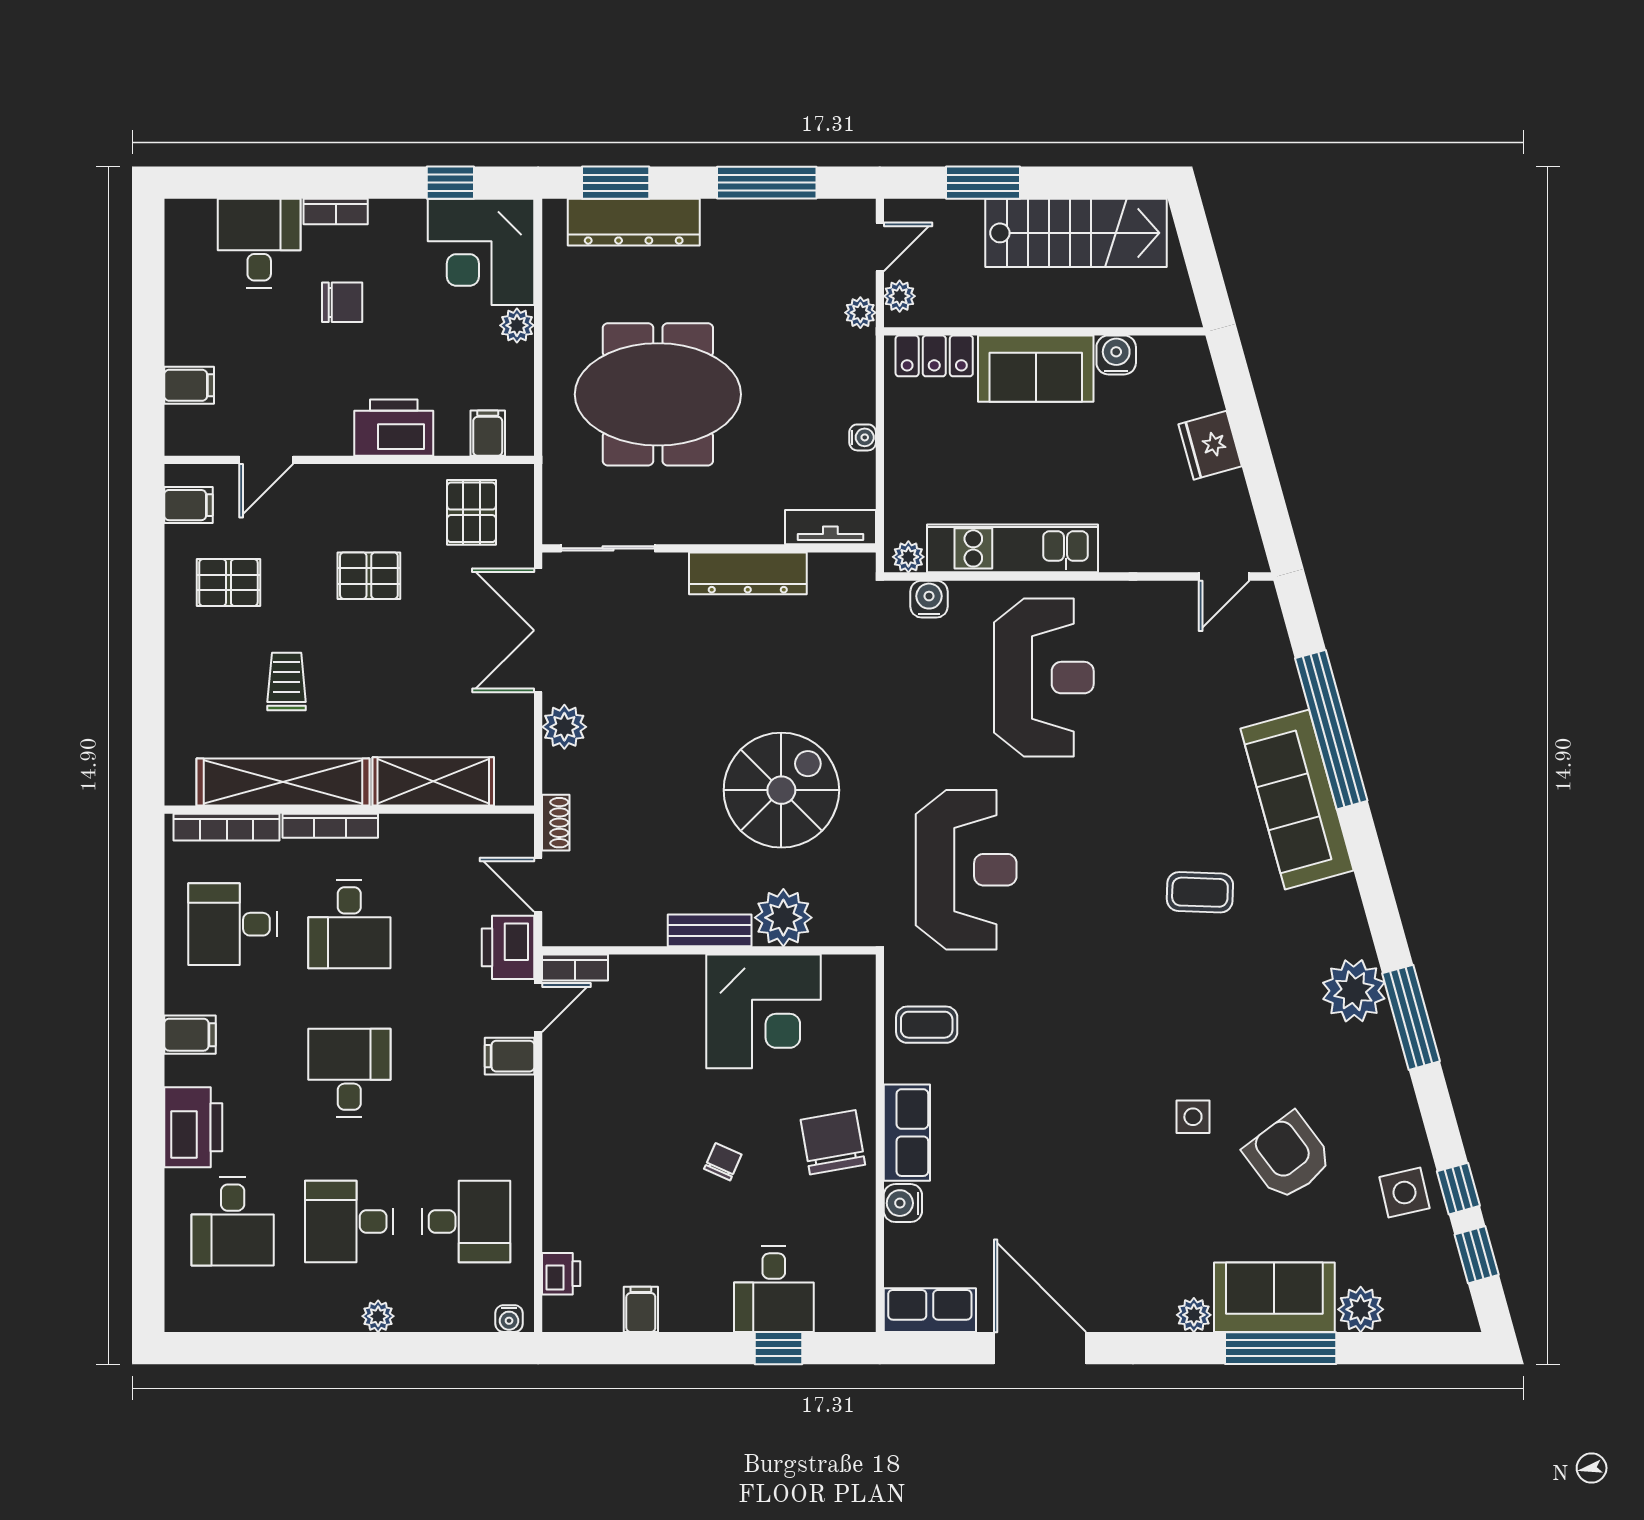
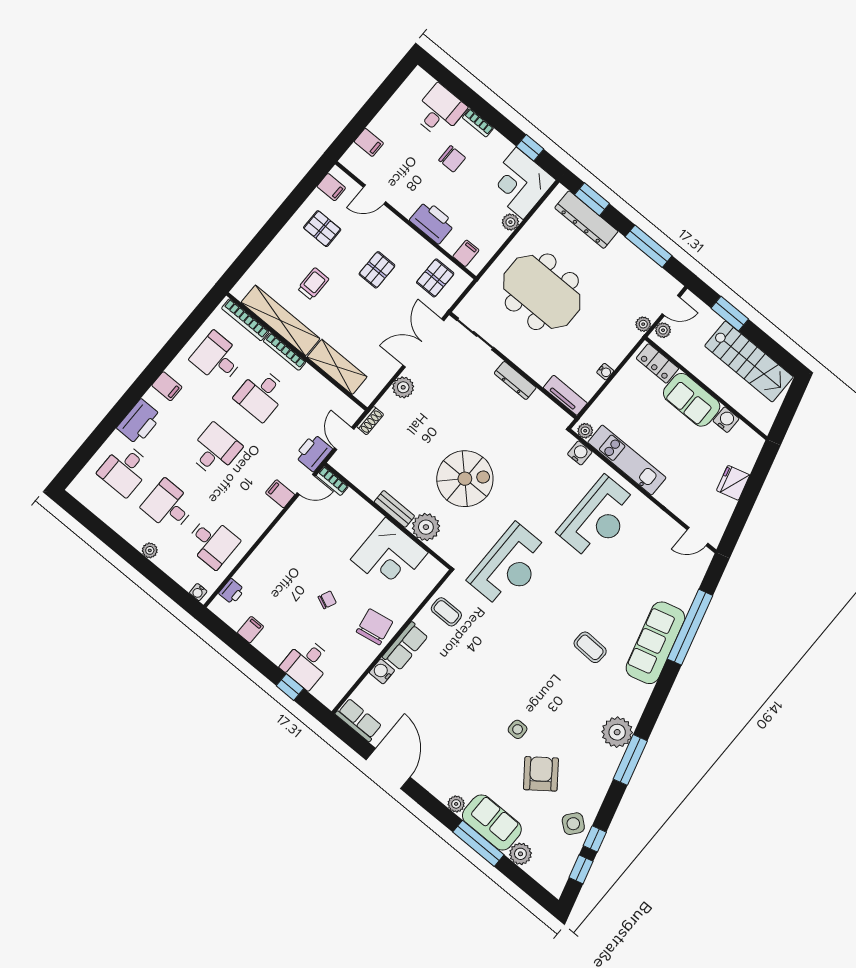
dresser: (748, 573) -> (515, 380), width x0.73, depth x0.80
pallet: (369, 576) -> (377, 270), turned 90
side table: (1404, 1193) -> (573, 824), turned -38

